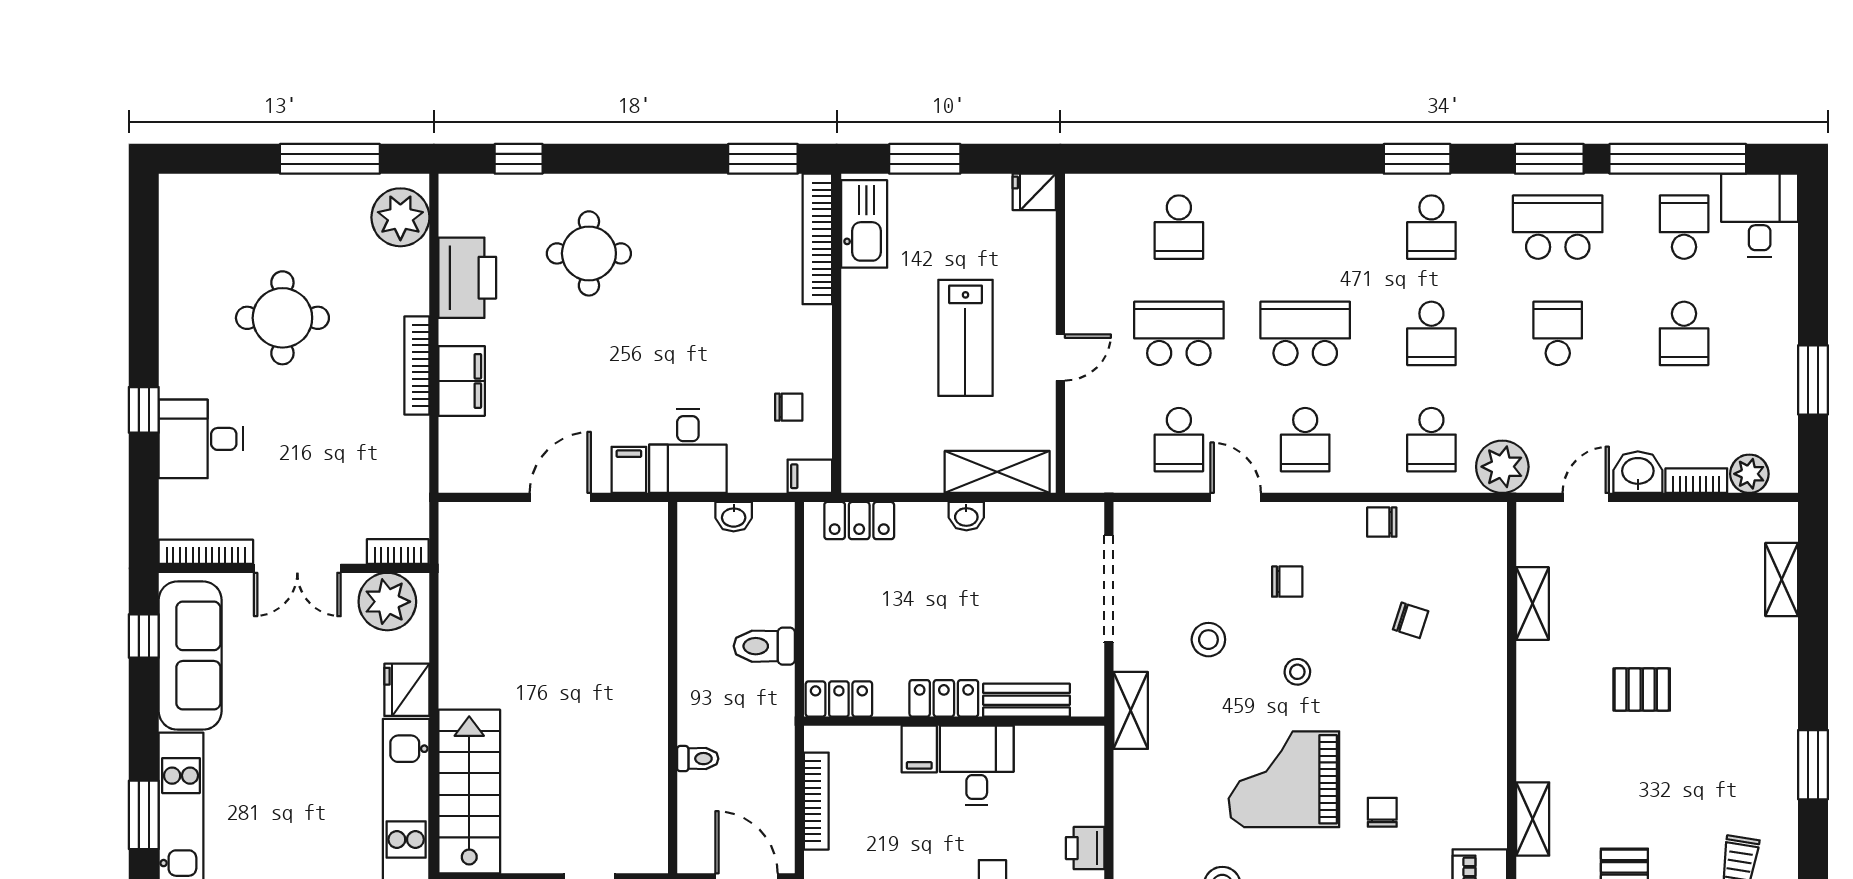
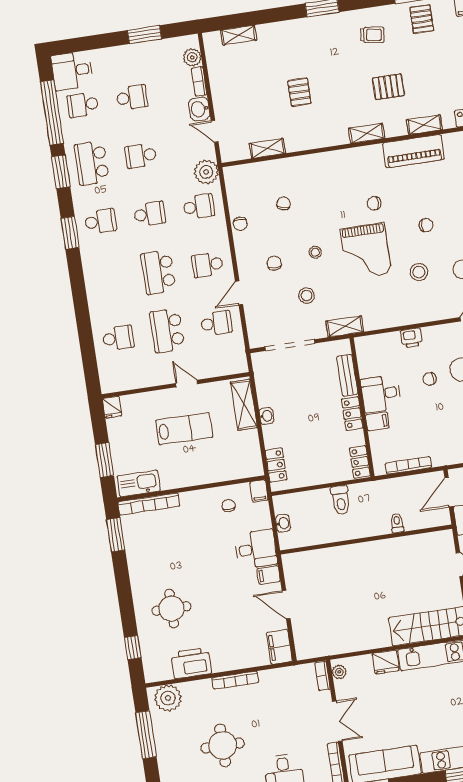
filing cabinet: (462, 381) -> (279, 647), moved, turned -90
school desk: (1305, 440) -> (207, 265), turned 180
plant: (387, 602) -> (339, 672), width x0.53, depth x0.53

